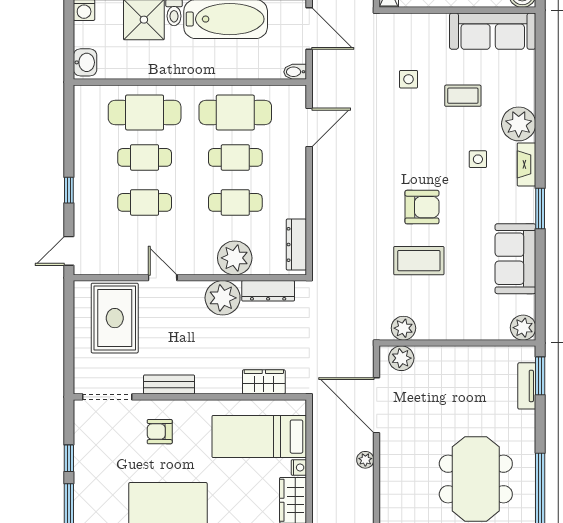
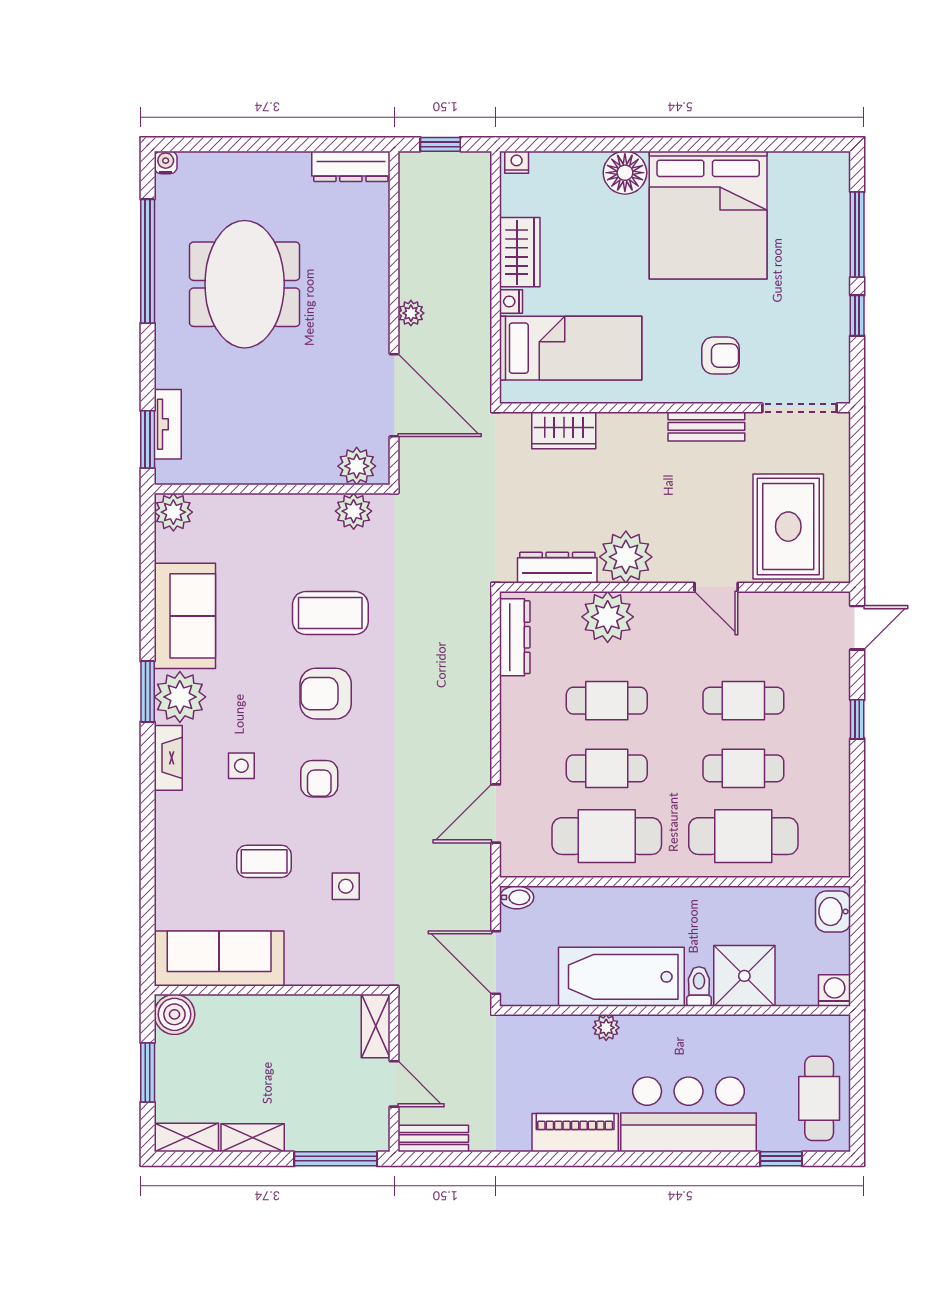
plant: (519, 124) -> (180, 697), moved
armchair: (426, 151) -> (319, 779), added

